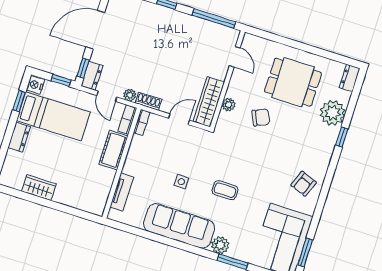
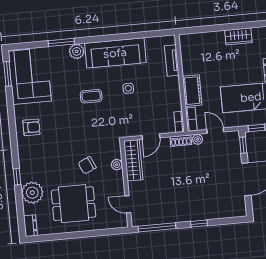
dresser: (92, 76) -> (234, 142), removed
armchair: (304, 184) -> (31, 127), turned 69

